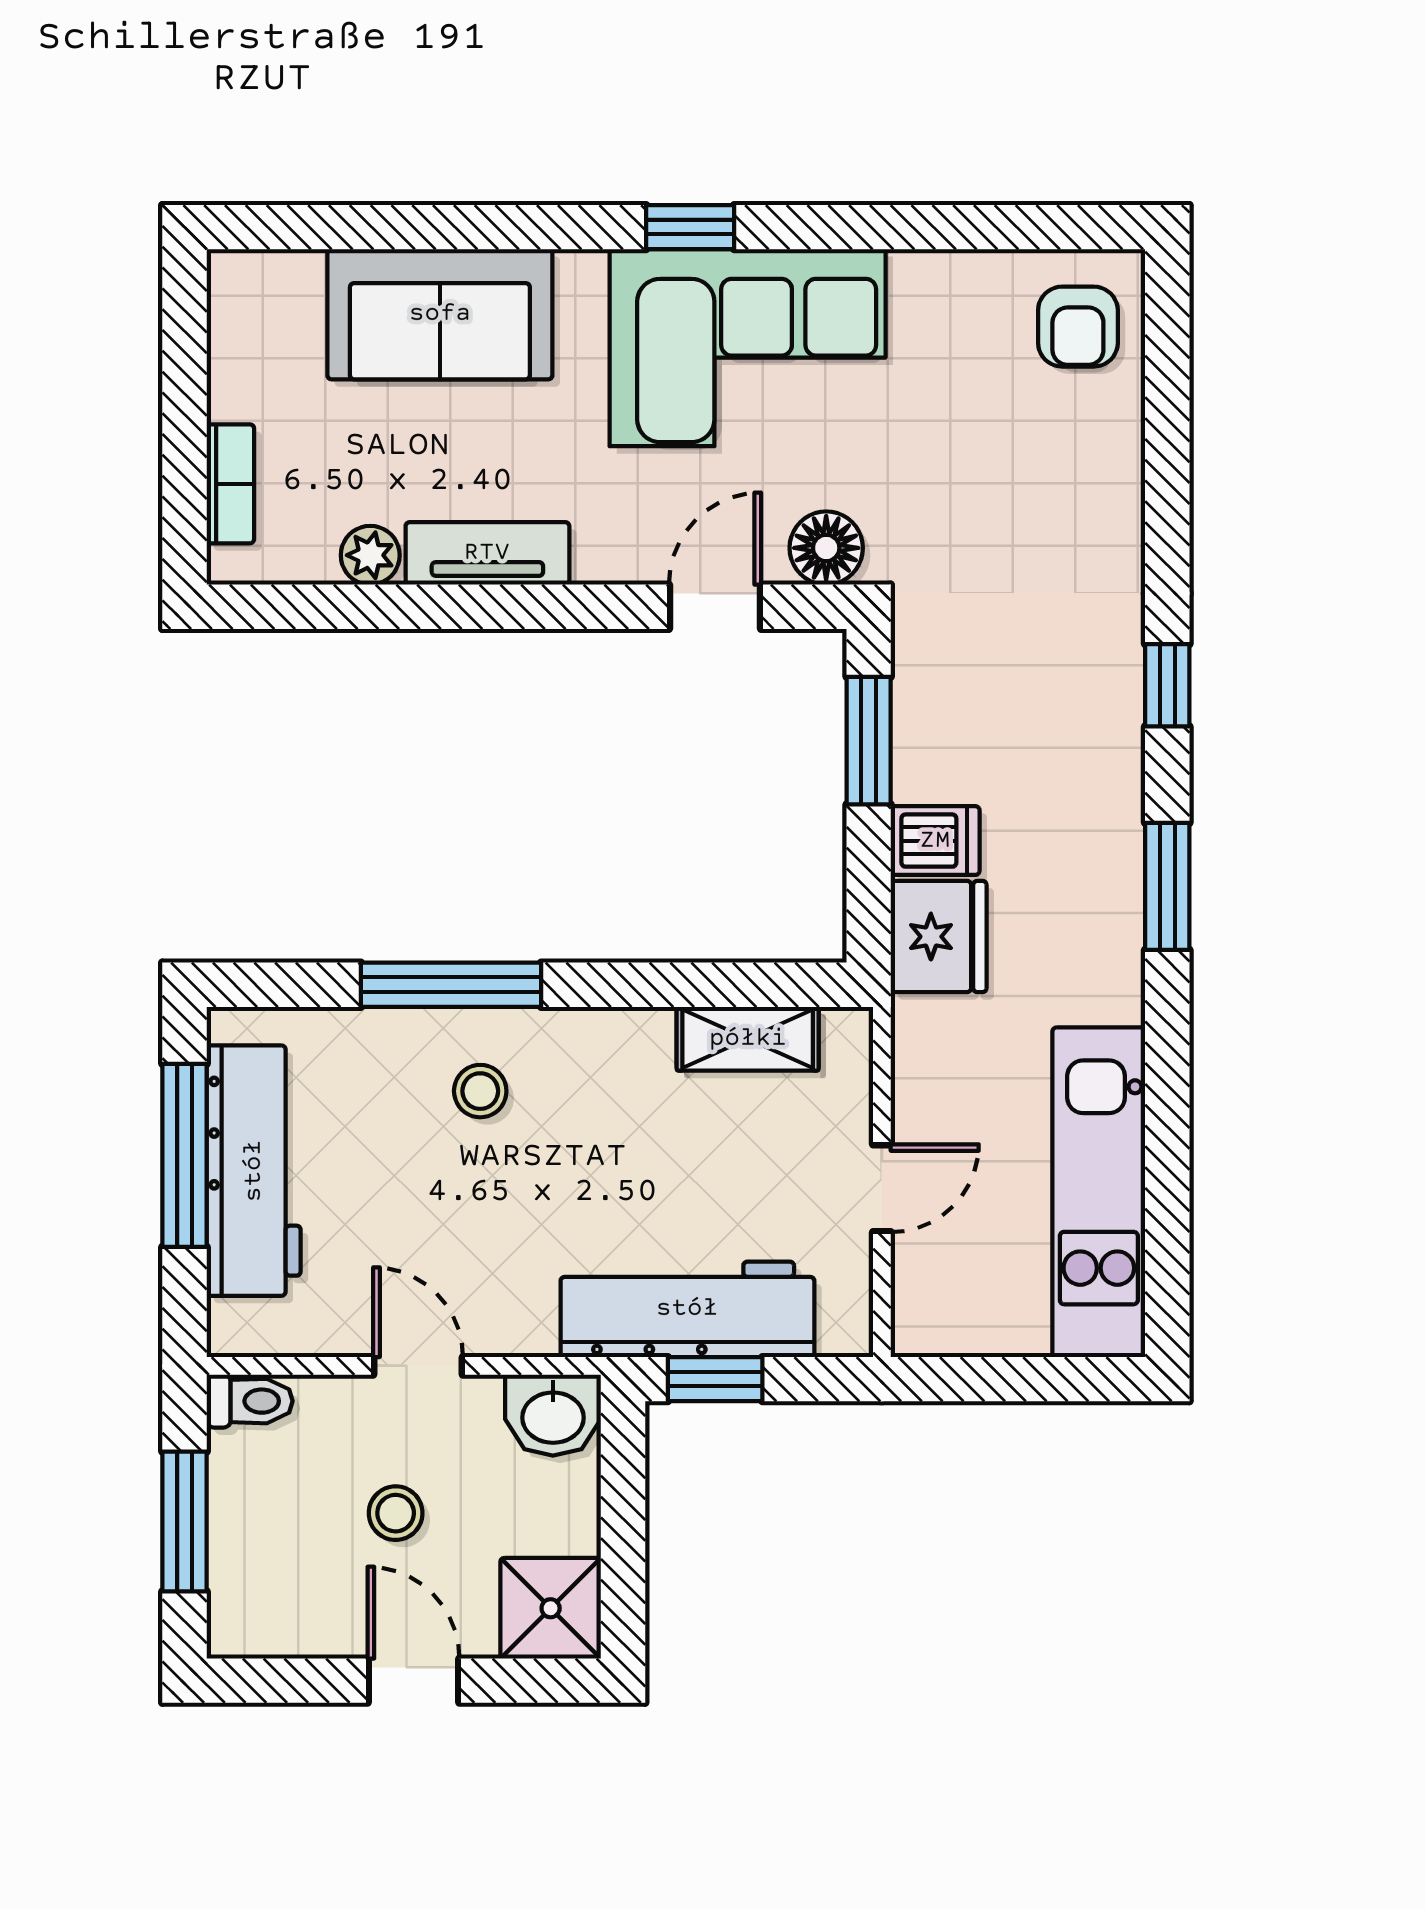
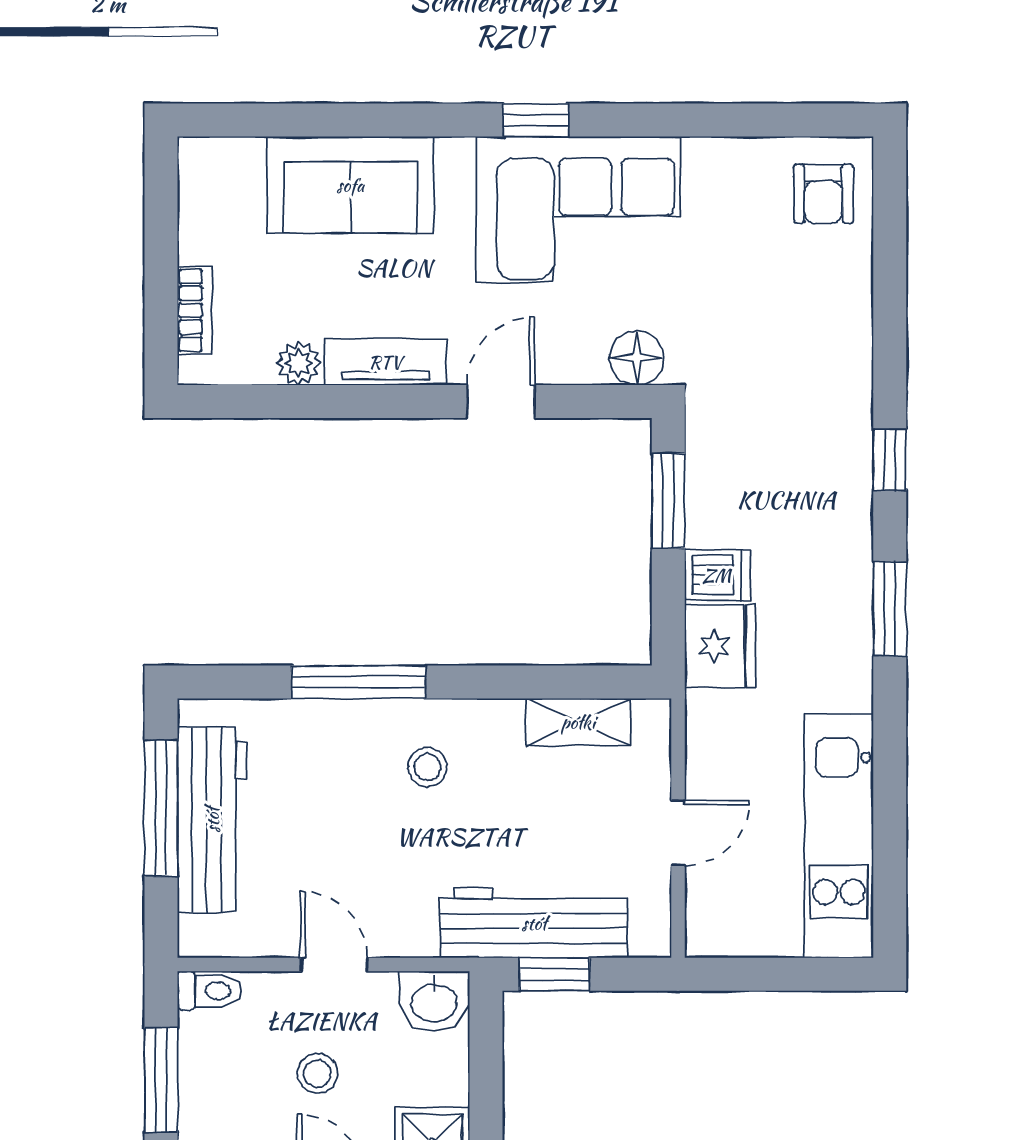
door: (715, 607) -> (501, 402), moved
stool: (480, 1091) -> (427, 767), moved

